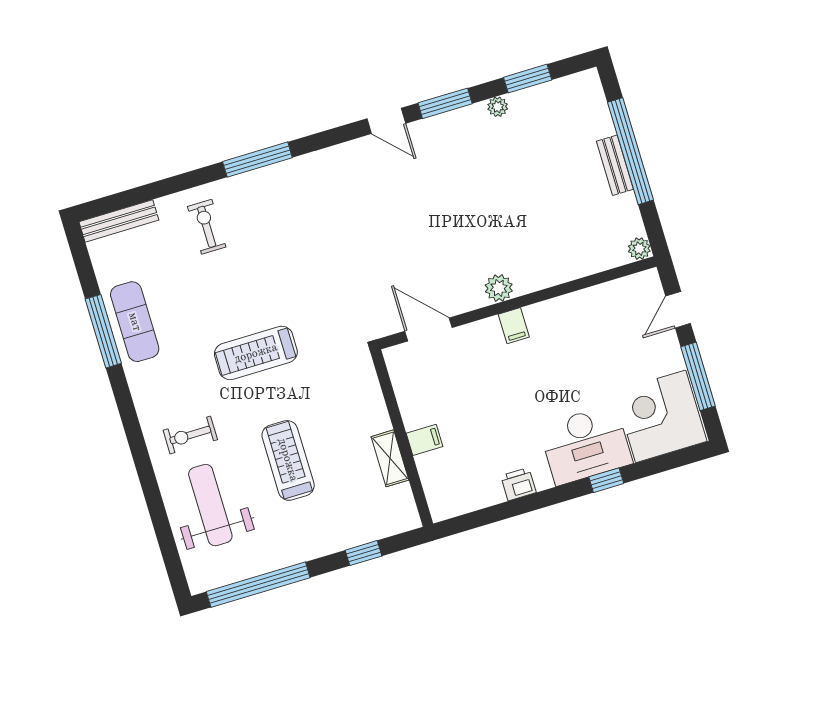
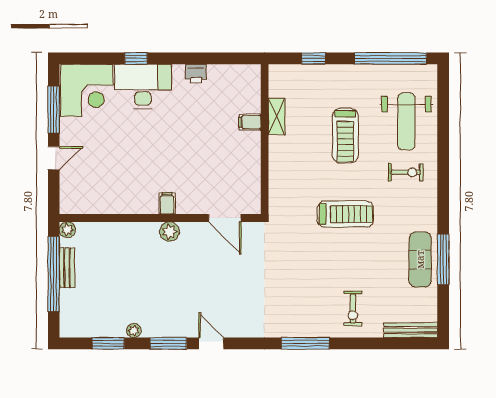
plant: (639, 249) -> (67, 230), moved
plant: (499, 288) -> (169, 232), moved
wall: (517, 303) -> (160, 218), moved
filing cabinet: (514, 326) -> (167, 203), moved
door: (429, 329) -> (225, 218), moved

